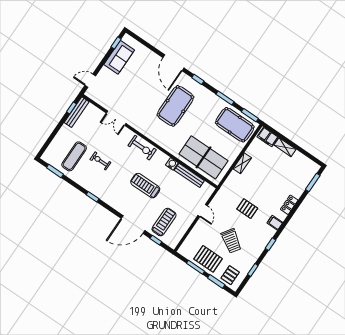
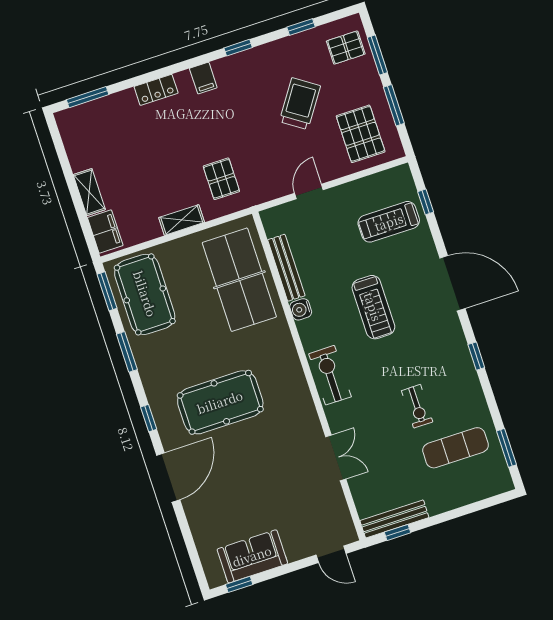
pallet: (247, 209) -> (221, 179), moved
door: (133, 224) -> (452, 283), moved
pallet: (208, 259) -> (361, 134), moved

